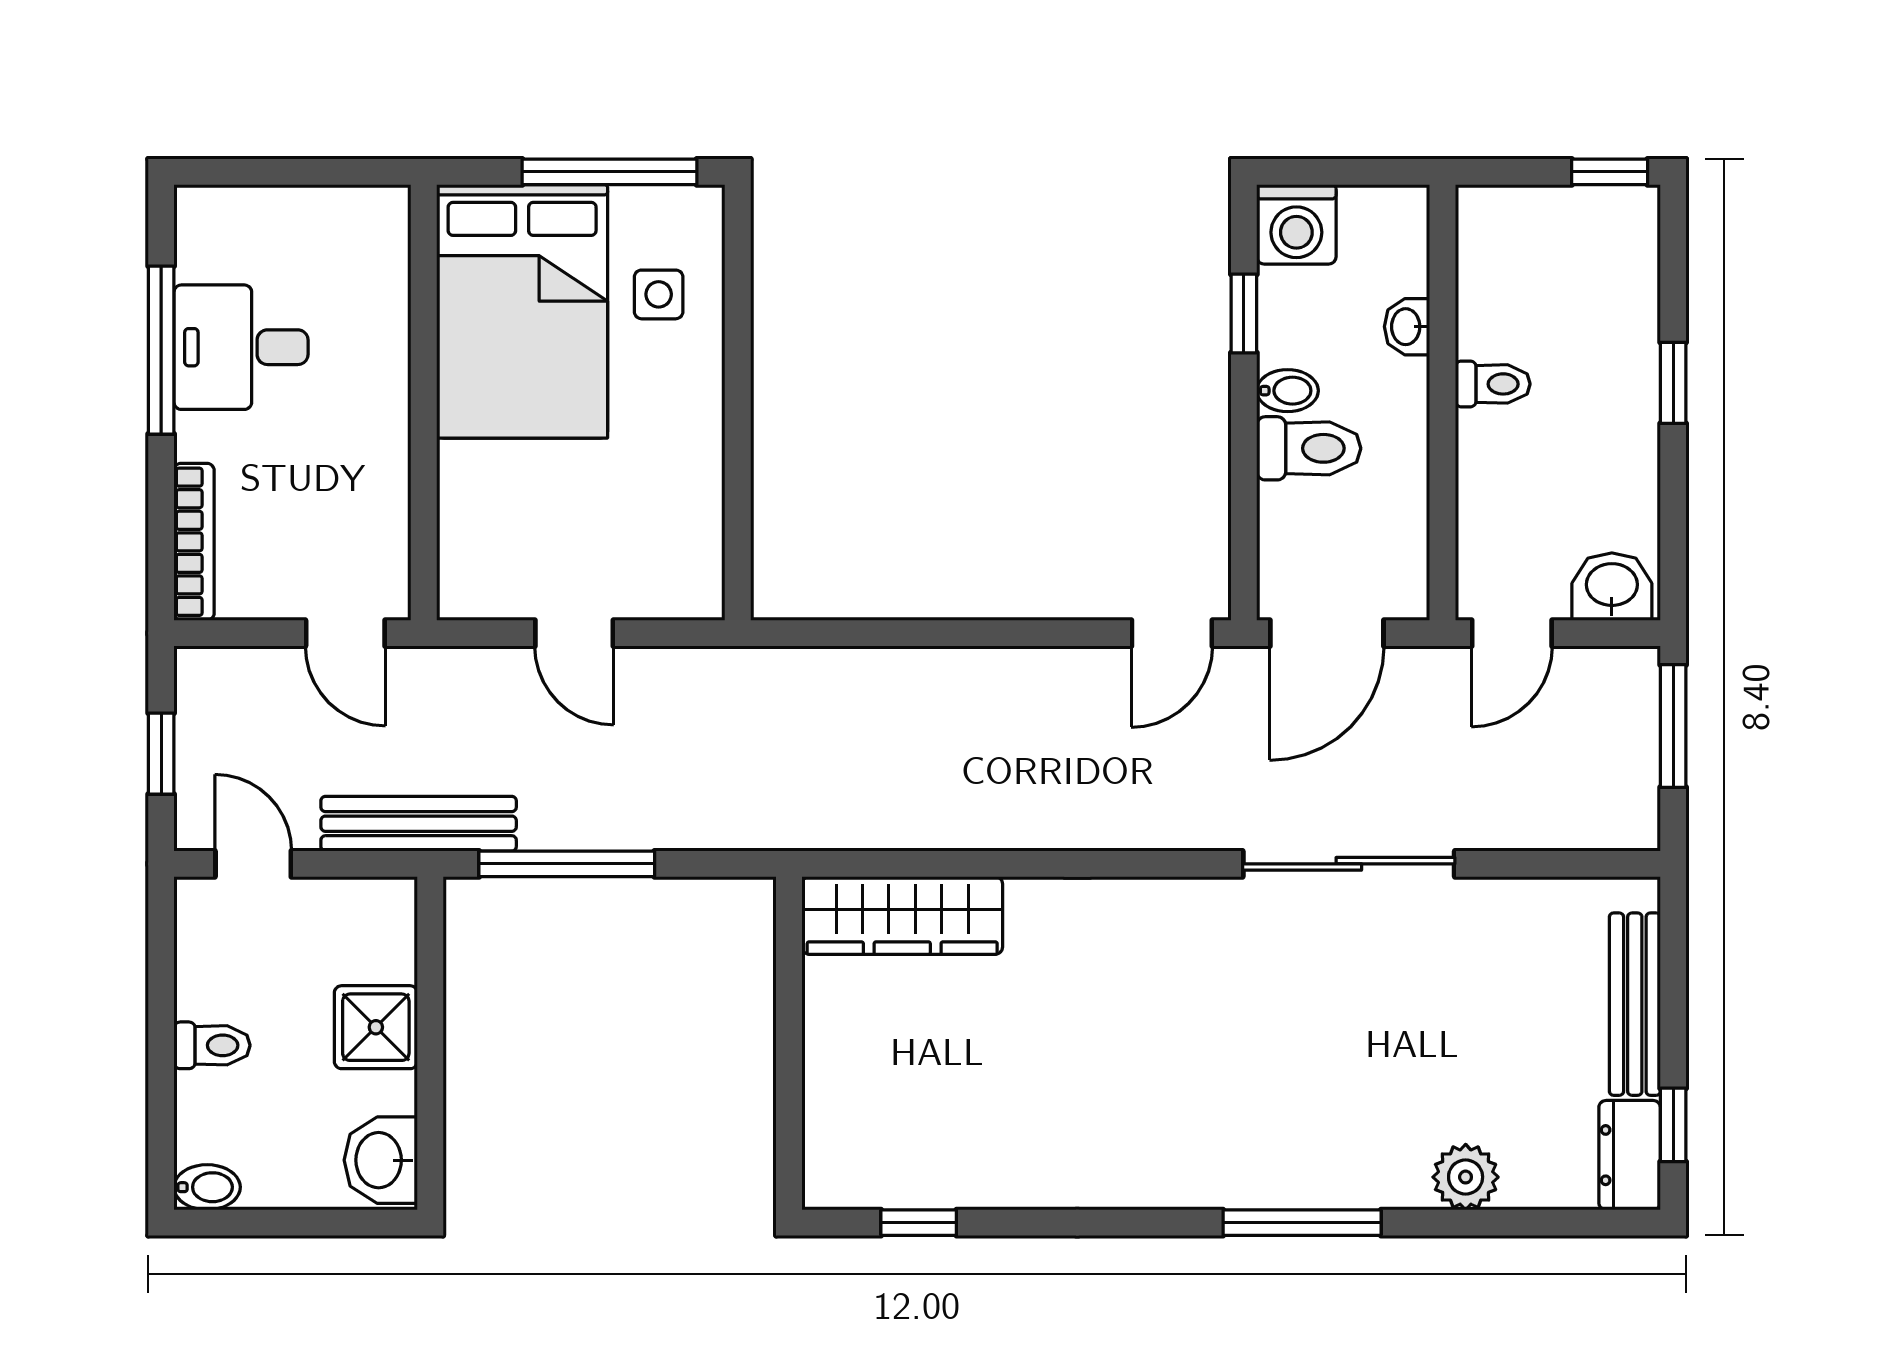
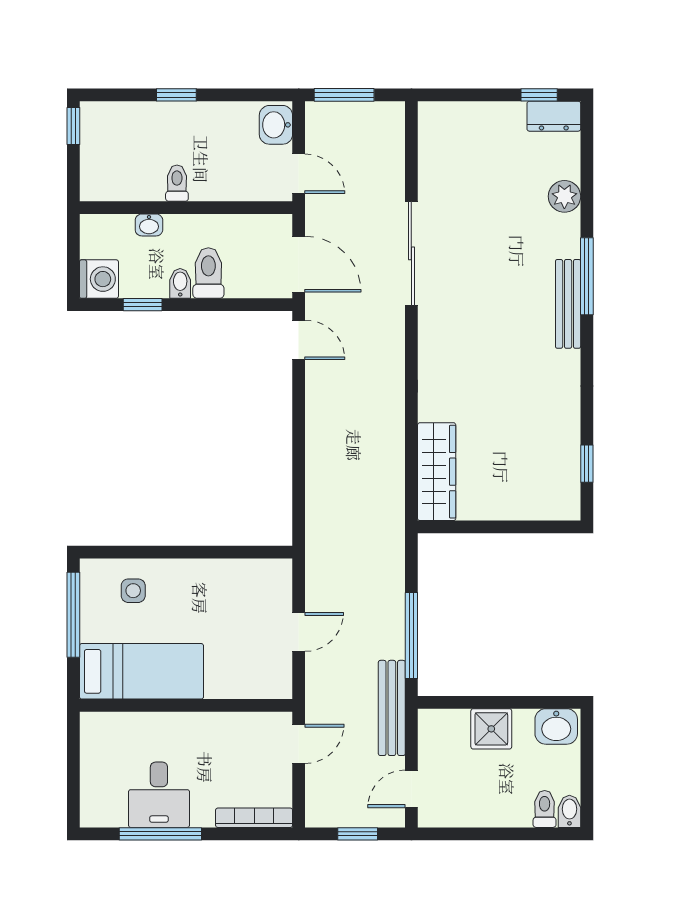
bed: (522, 311) -> (141, 671), width x0.67
bench: (1635, 1004) -> (568, 304), moved, turned 90
toilet: (212, 1045) -> (545, 809), moved

